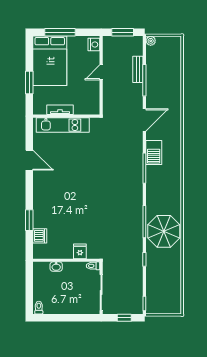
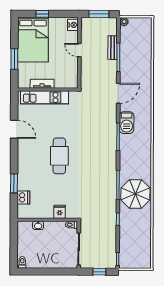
window: (60, 32) -> (42, 14), width x0.46
door: (101, 72) -> (79, 50), hinge flipped
cafe table: (79, 190) -> (59, 156), added

